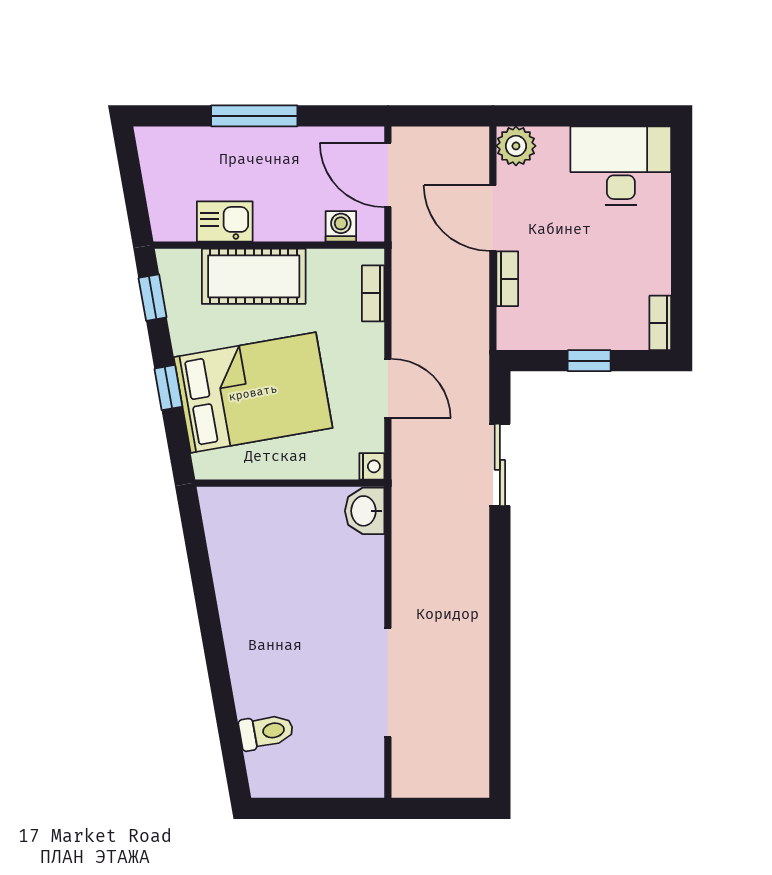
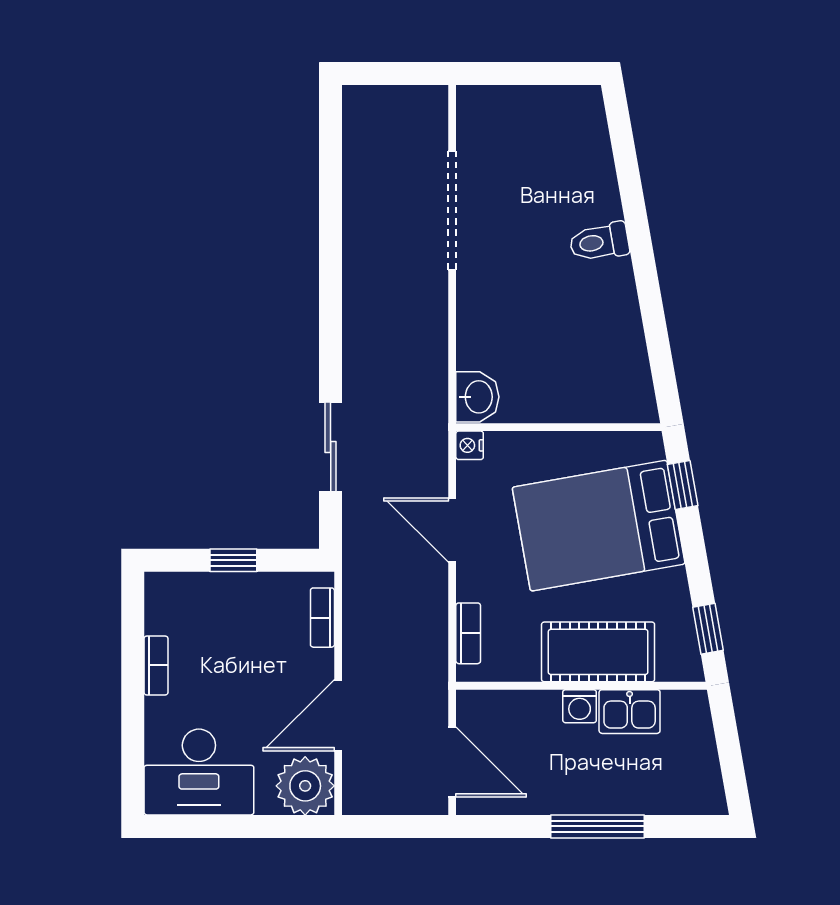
plant: (516, 146) -> (305, 786), width x1.36, depth x1.36
door: (493, 218) -> (338, 715), swing flipped
washing machine: (341, 226) -> (580, 706), moved
bookcase: (507, 279) -> (322, 618), moved
bookcase: (660, 323) -> (156, 665), moved
window: (168, 388) -> (683, 485), moved
toilet: (266, 732) -> (599, 242), moved

